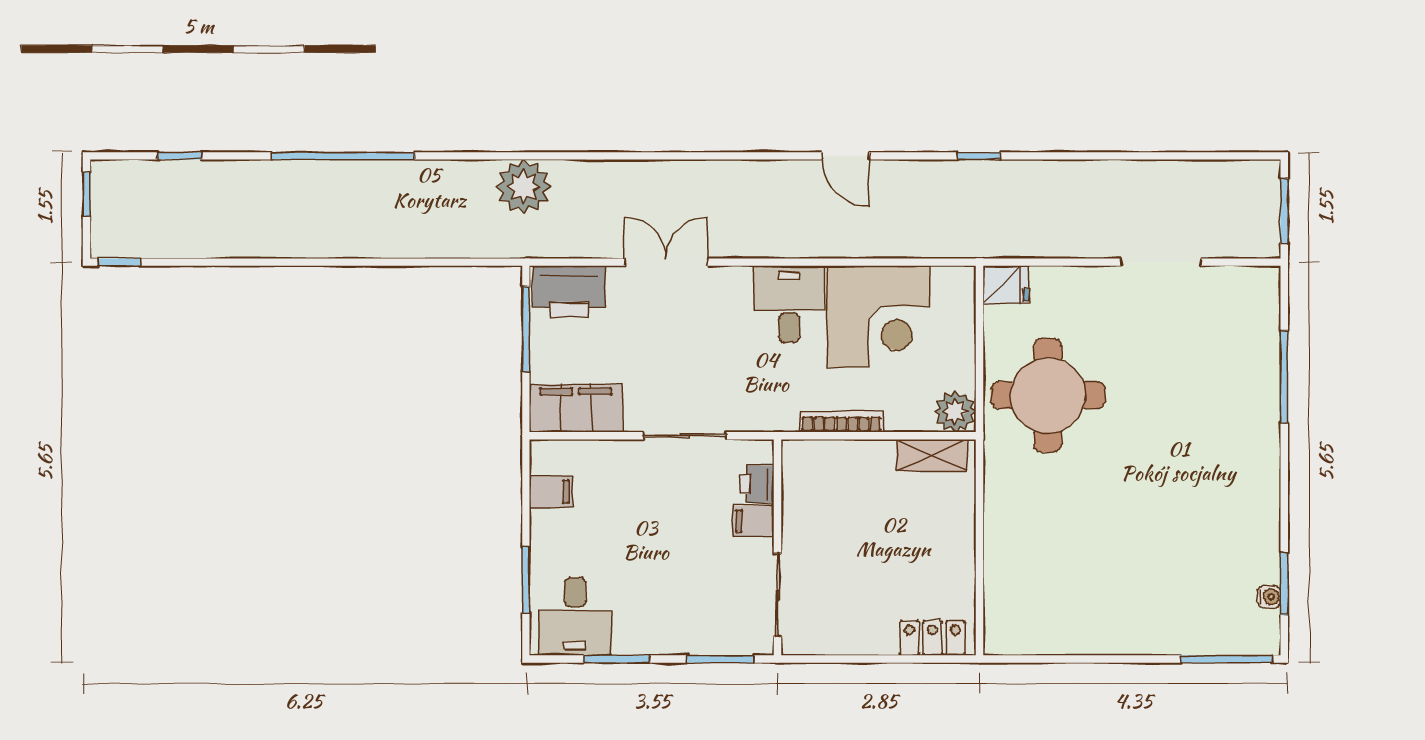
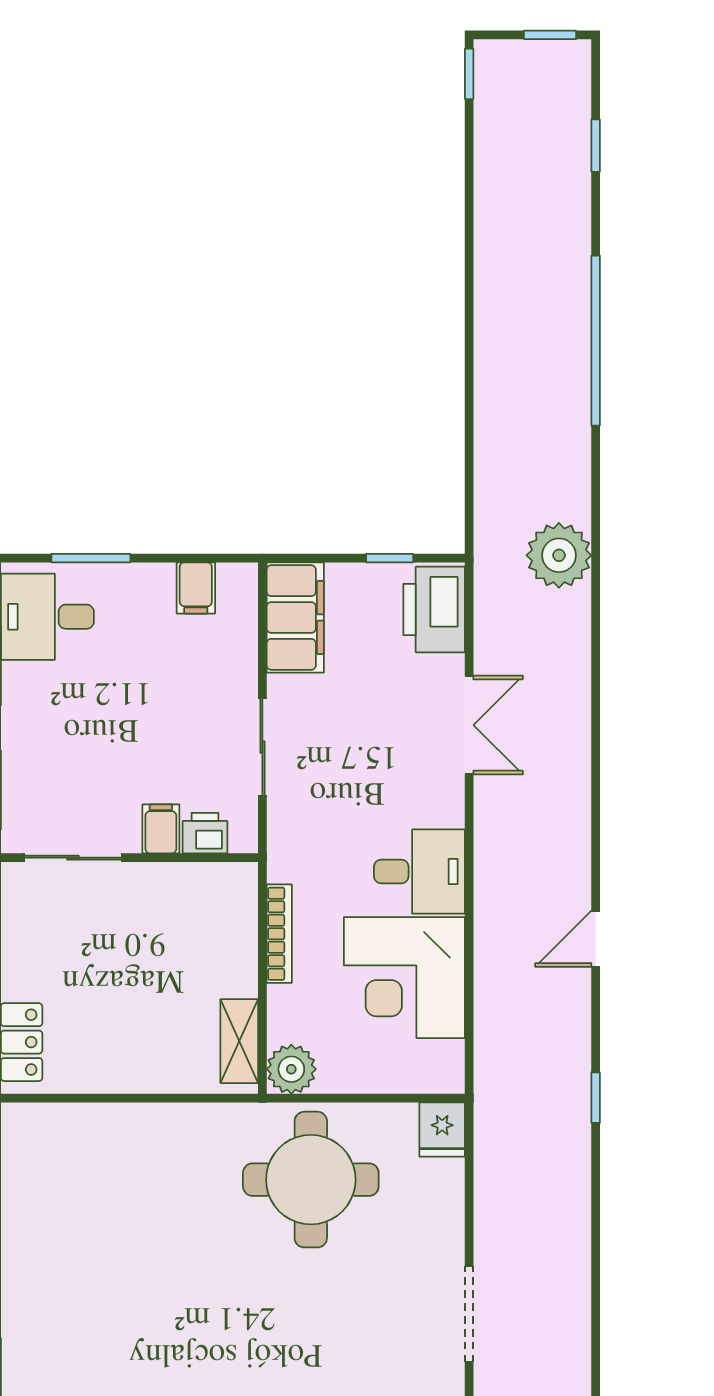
window: (526, 329) -> (390, 558), width x0.46

